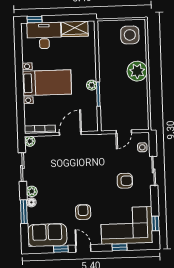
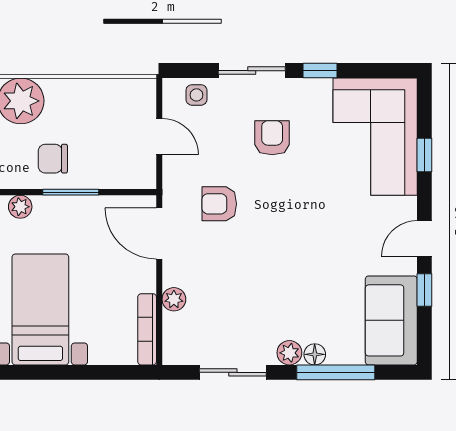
plant: (92, 85) -> (20, 207), moved
chair: (113, 86) -> (53, 159), added
door: (70, 133) -> (159, 233), moved
plant: (30, 141) -> (174, 299), moved
window: (24, 212) -> (336, 372), width x1.44
armchair: (83, 212) -> (219, 204), moved
window: (155, 223) -> (320, 71), moved

